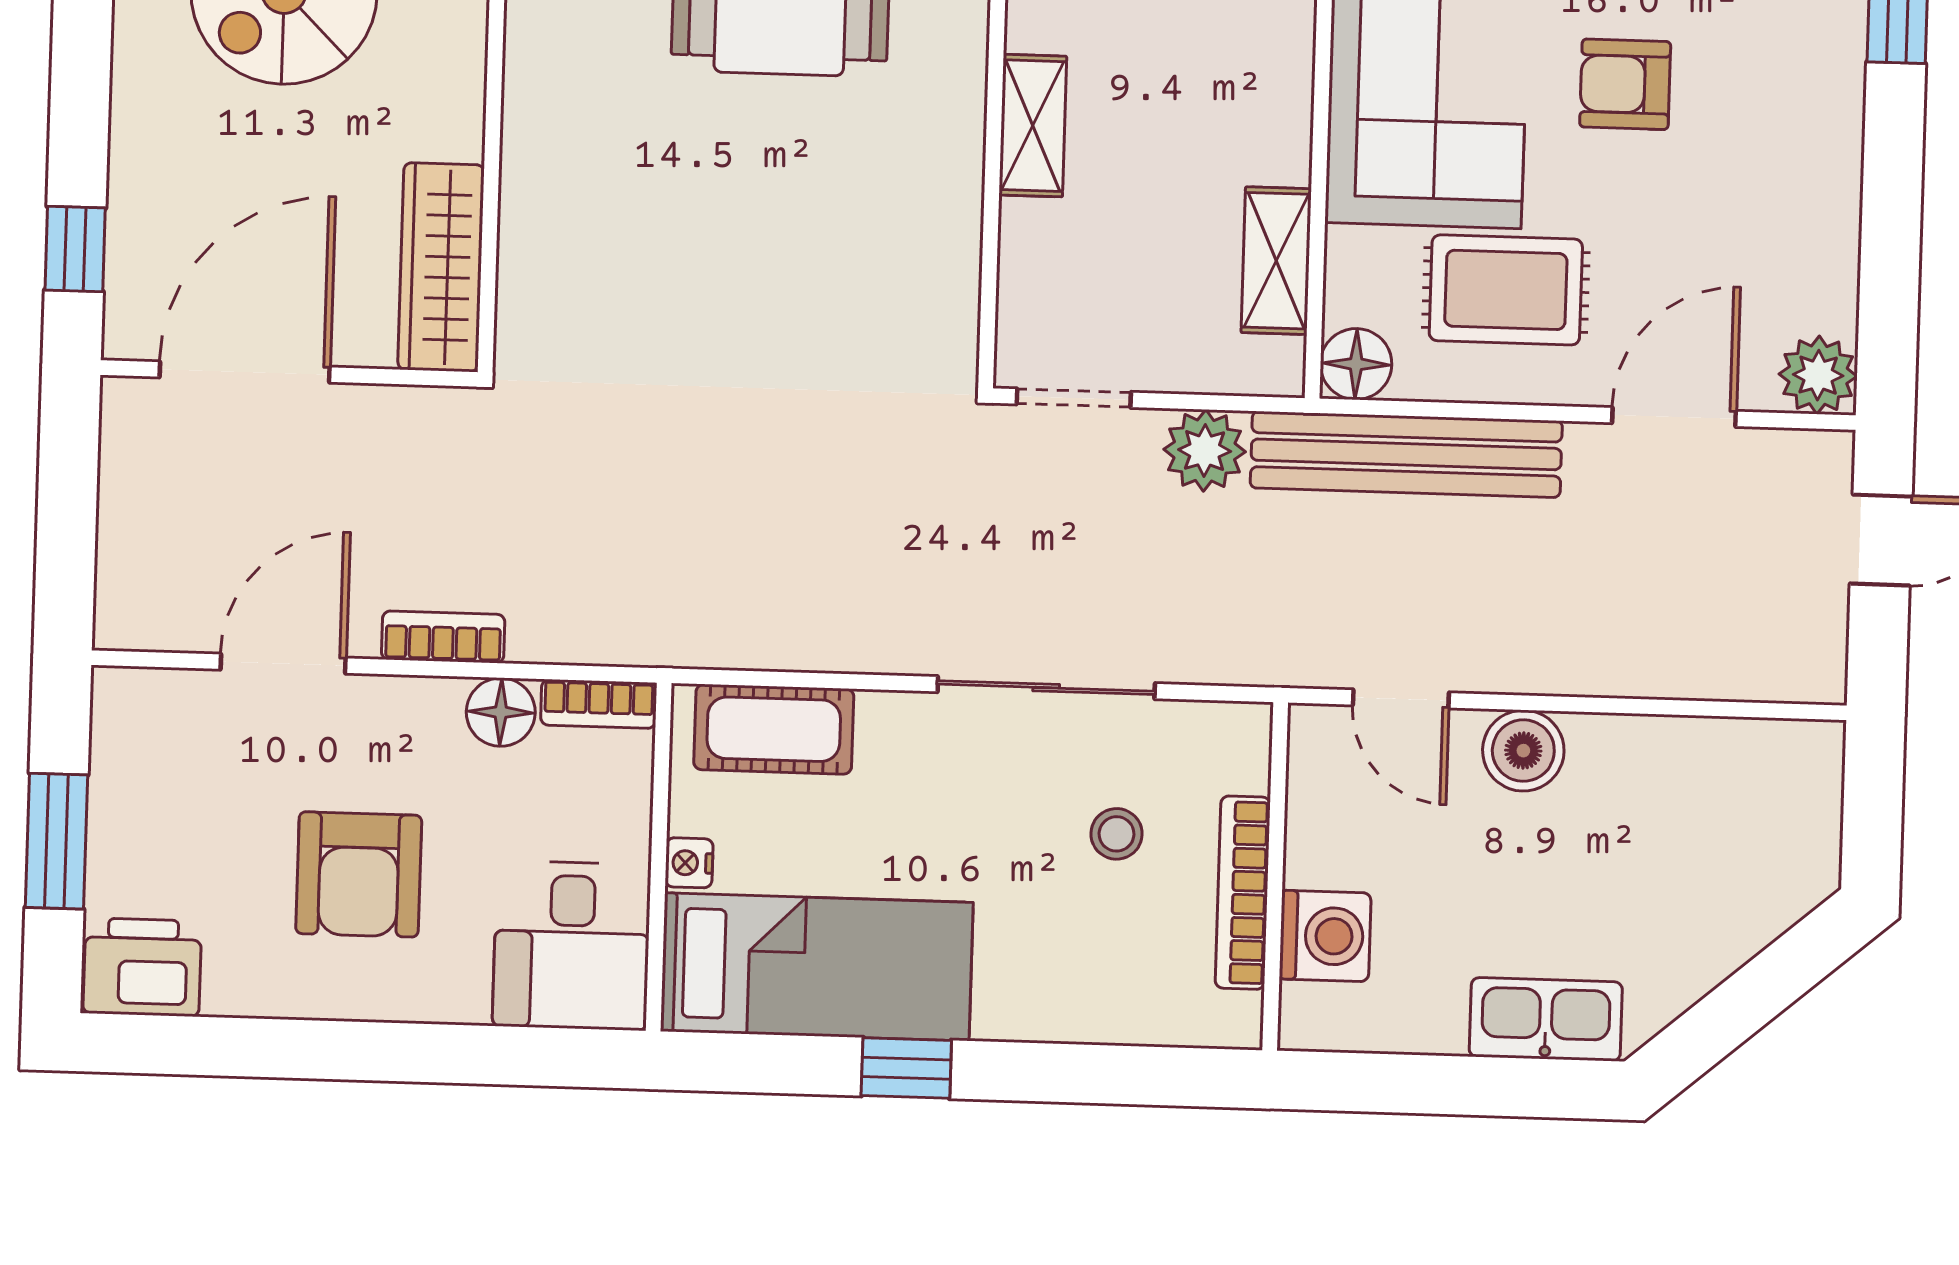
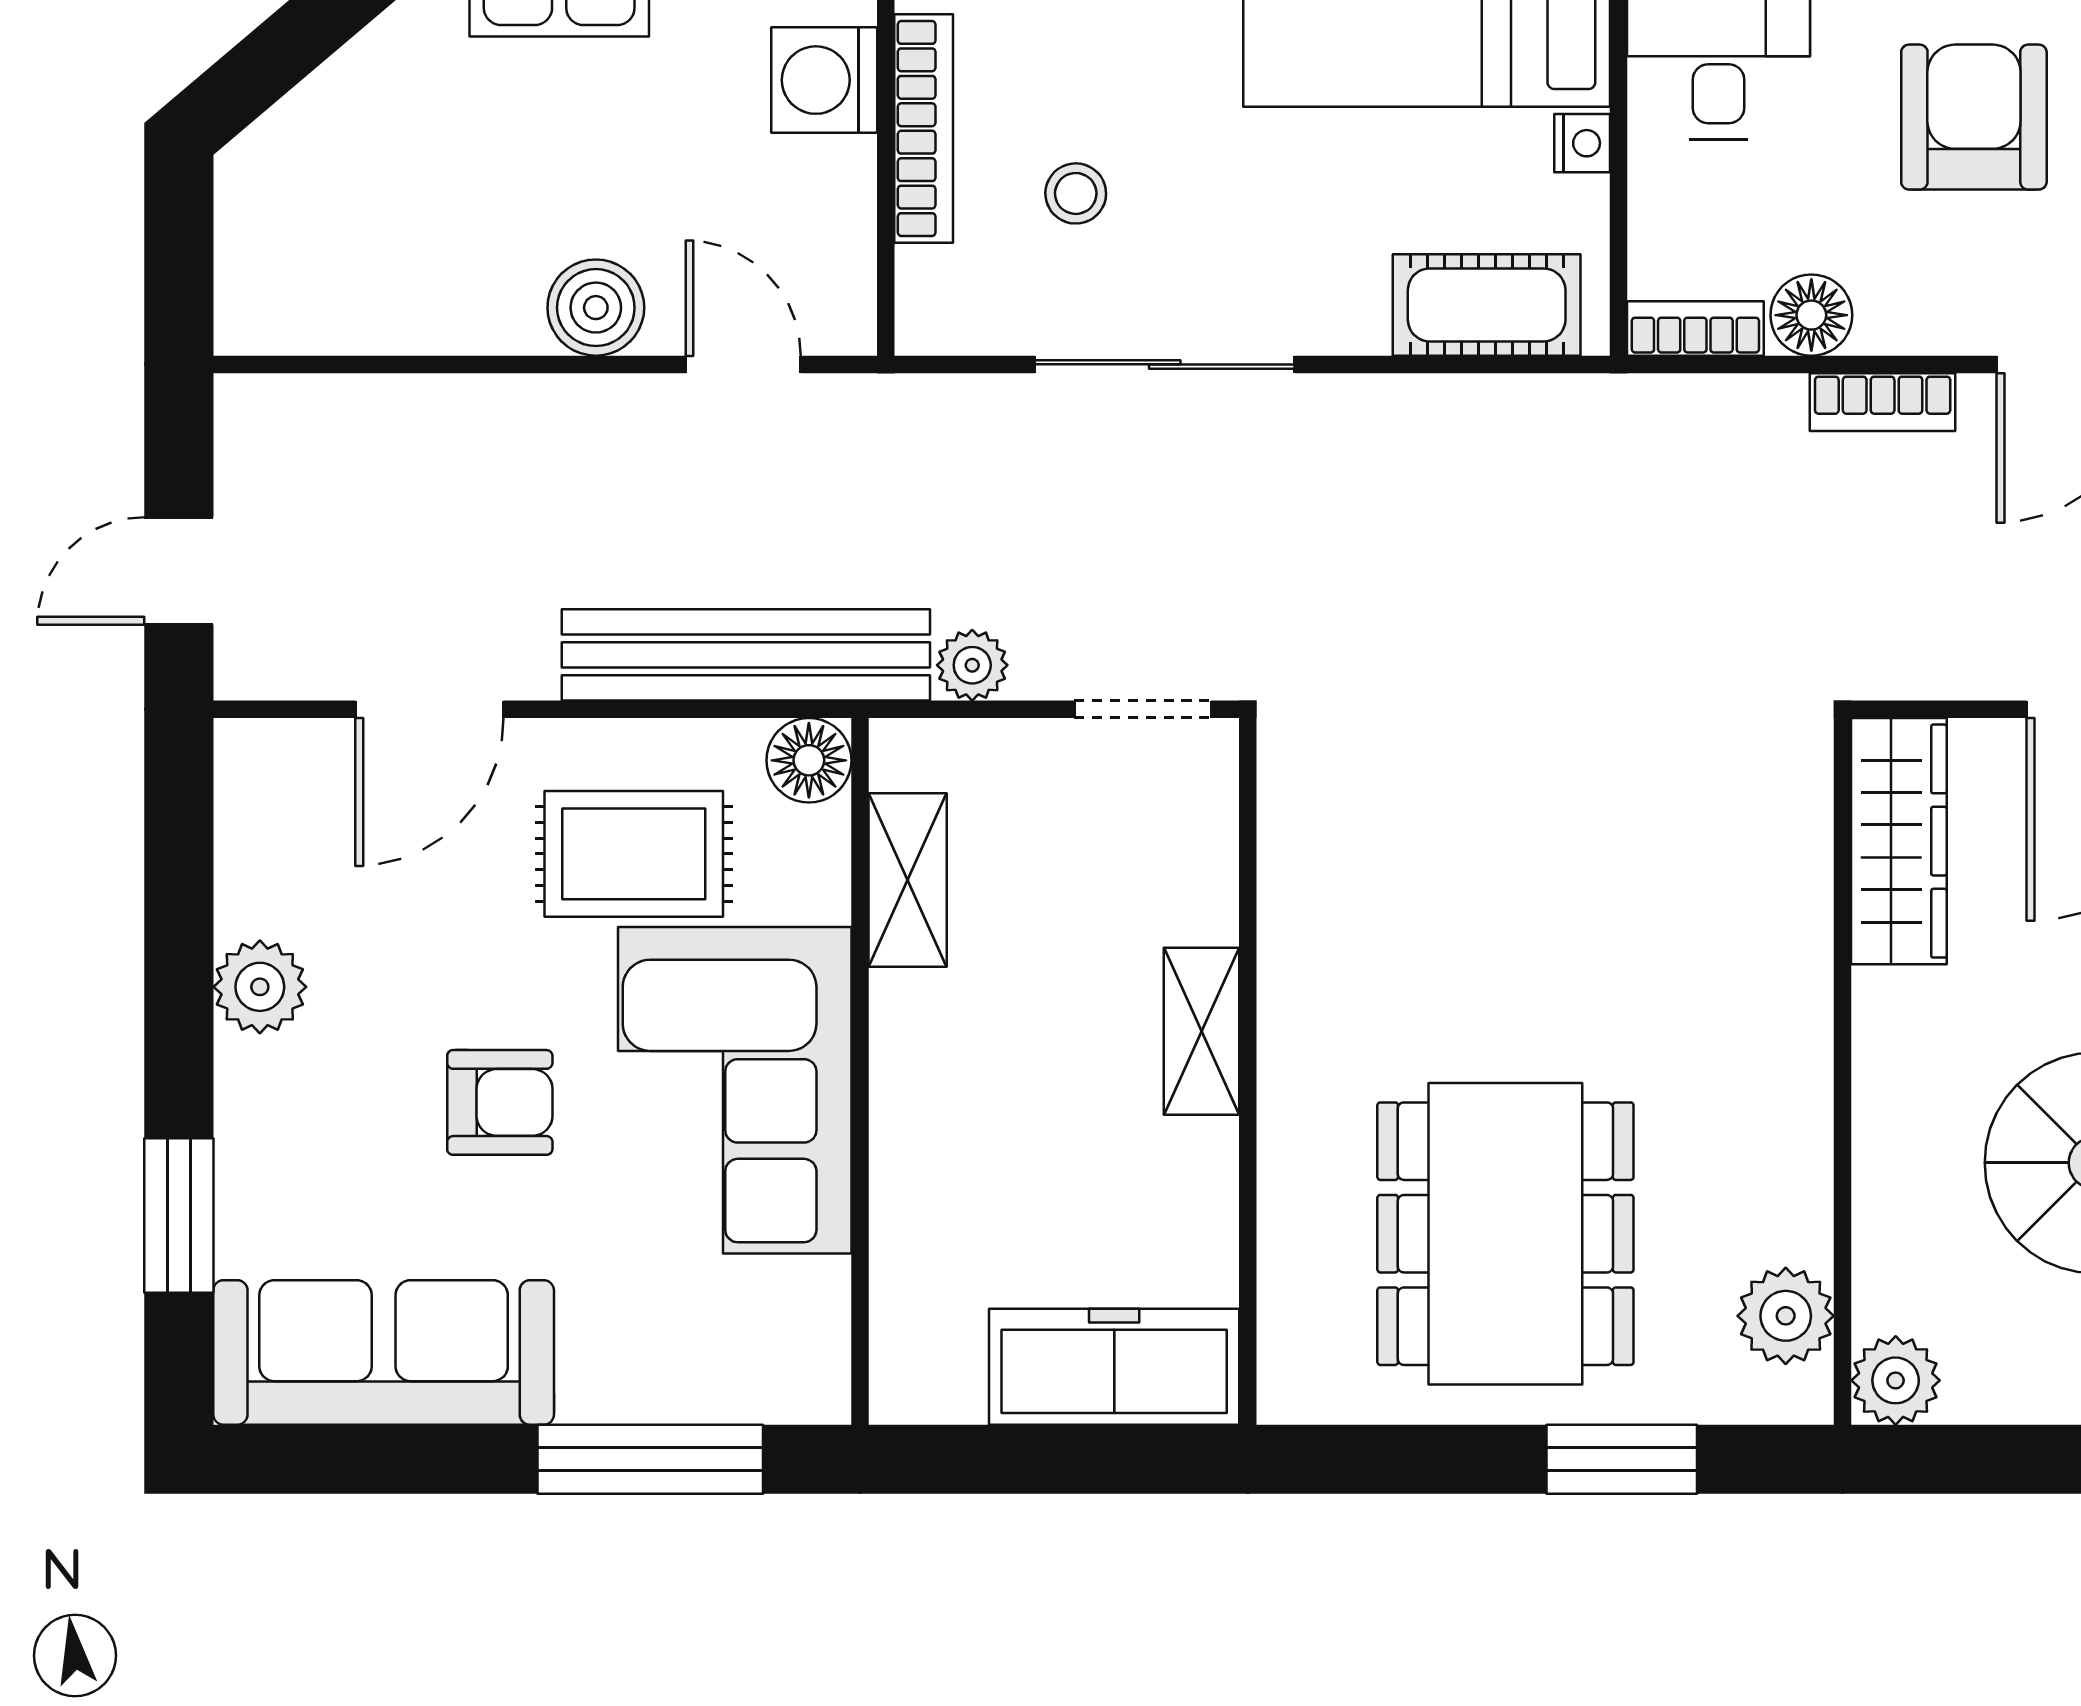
plant: (1818, 375) -> (260, 987), moved
plant: (1205, 451) -> (972, 665), width x0.73, depth x0.73

